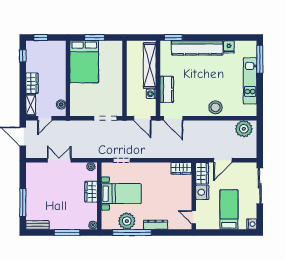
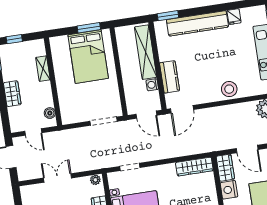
window: (94, 38) -> (89, 28), moved
bed: (84, 62) -> (88, 57), moved
shelving: (31, 105) -> (43, 69), moved
door: (45, 118) -> (33, 132), hinge flipped
door: (173, 118) -> (182, 109), hinge flipped
door: (223, 160) -> (247, 149), hinge flipped
wardrobe: (181, 168) -> (194, 167), width x1.50

